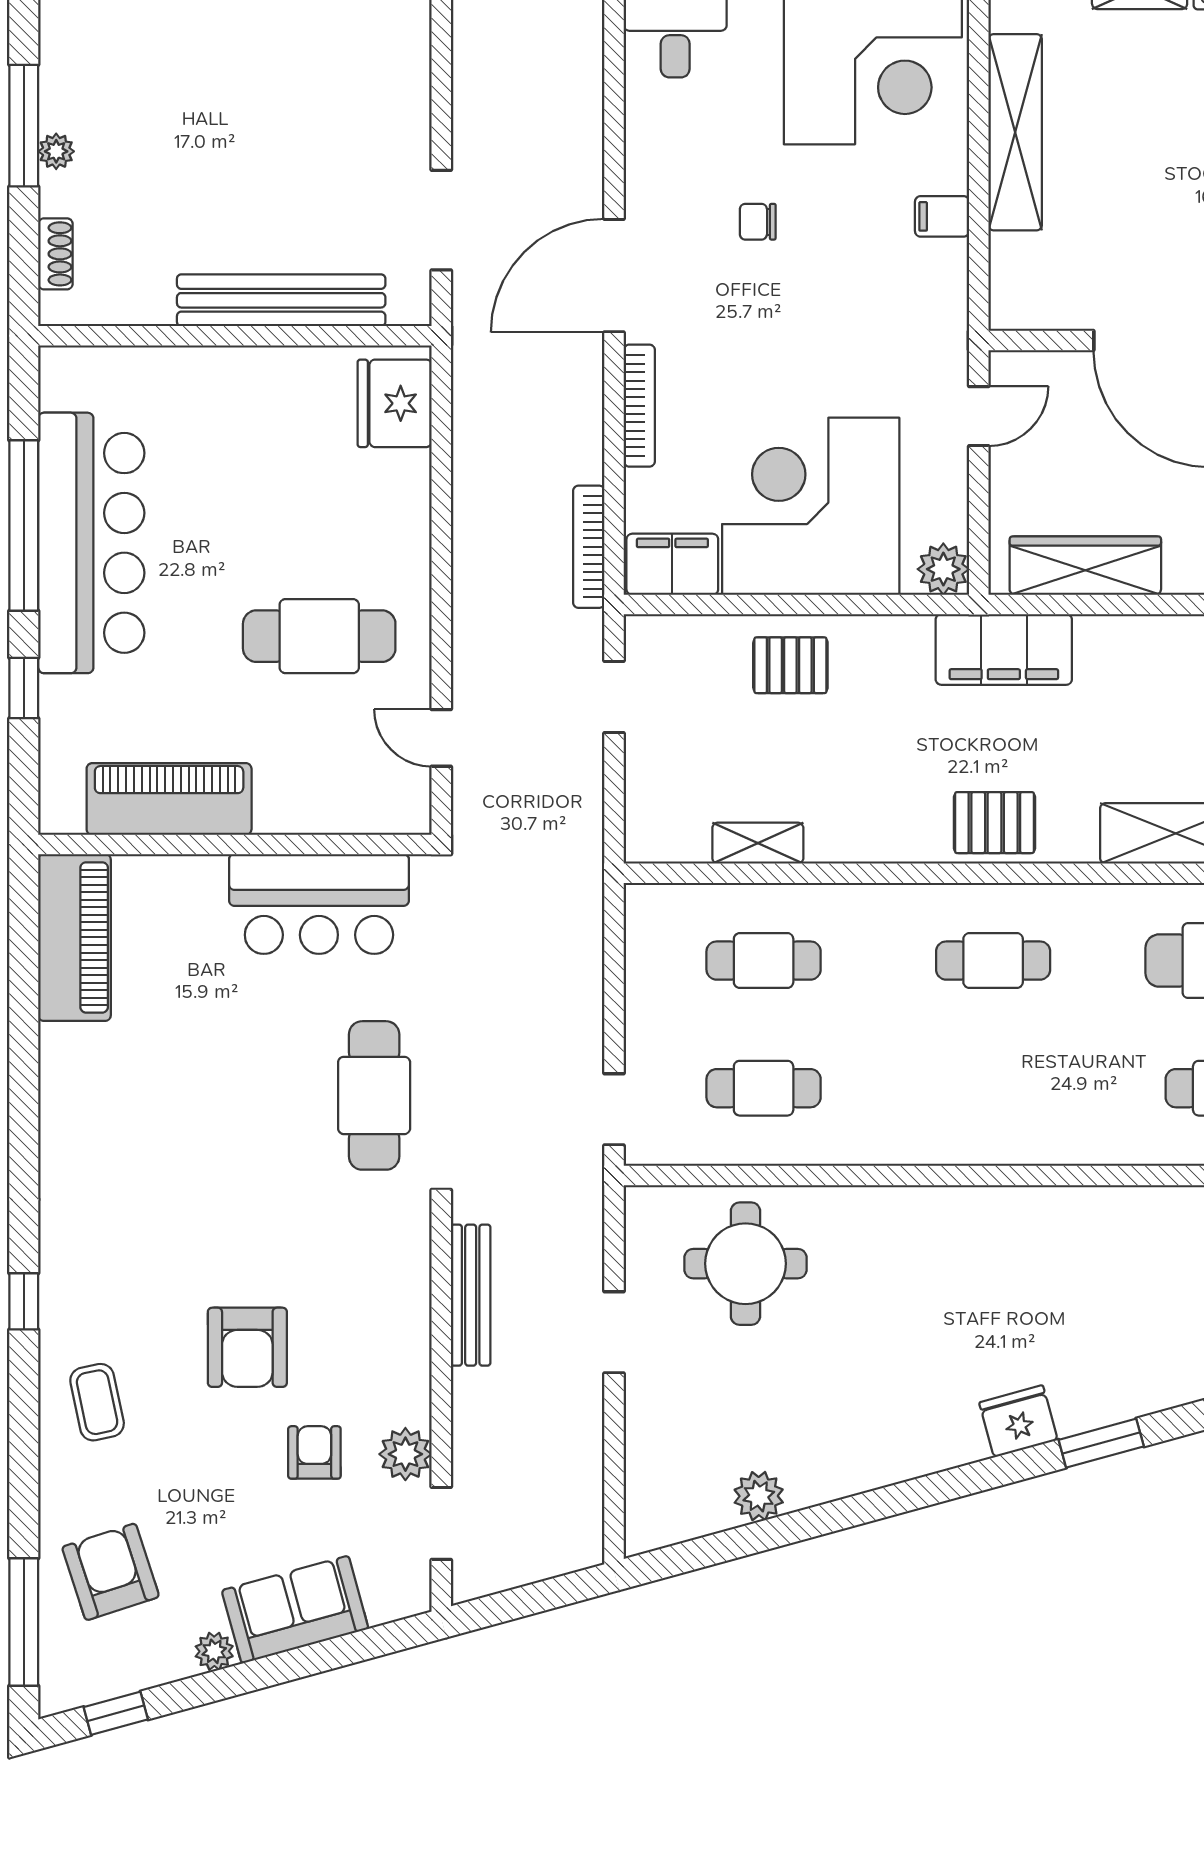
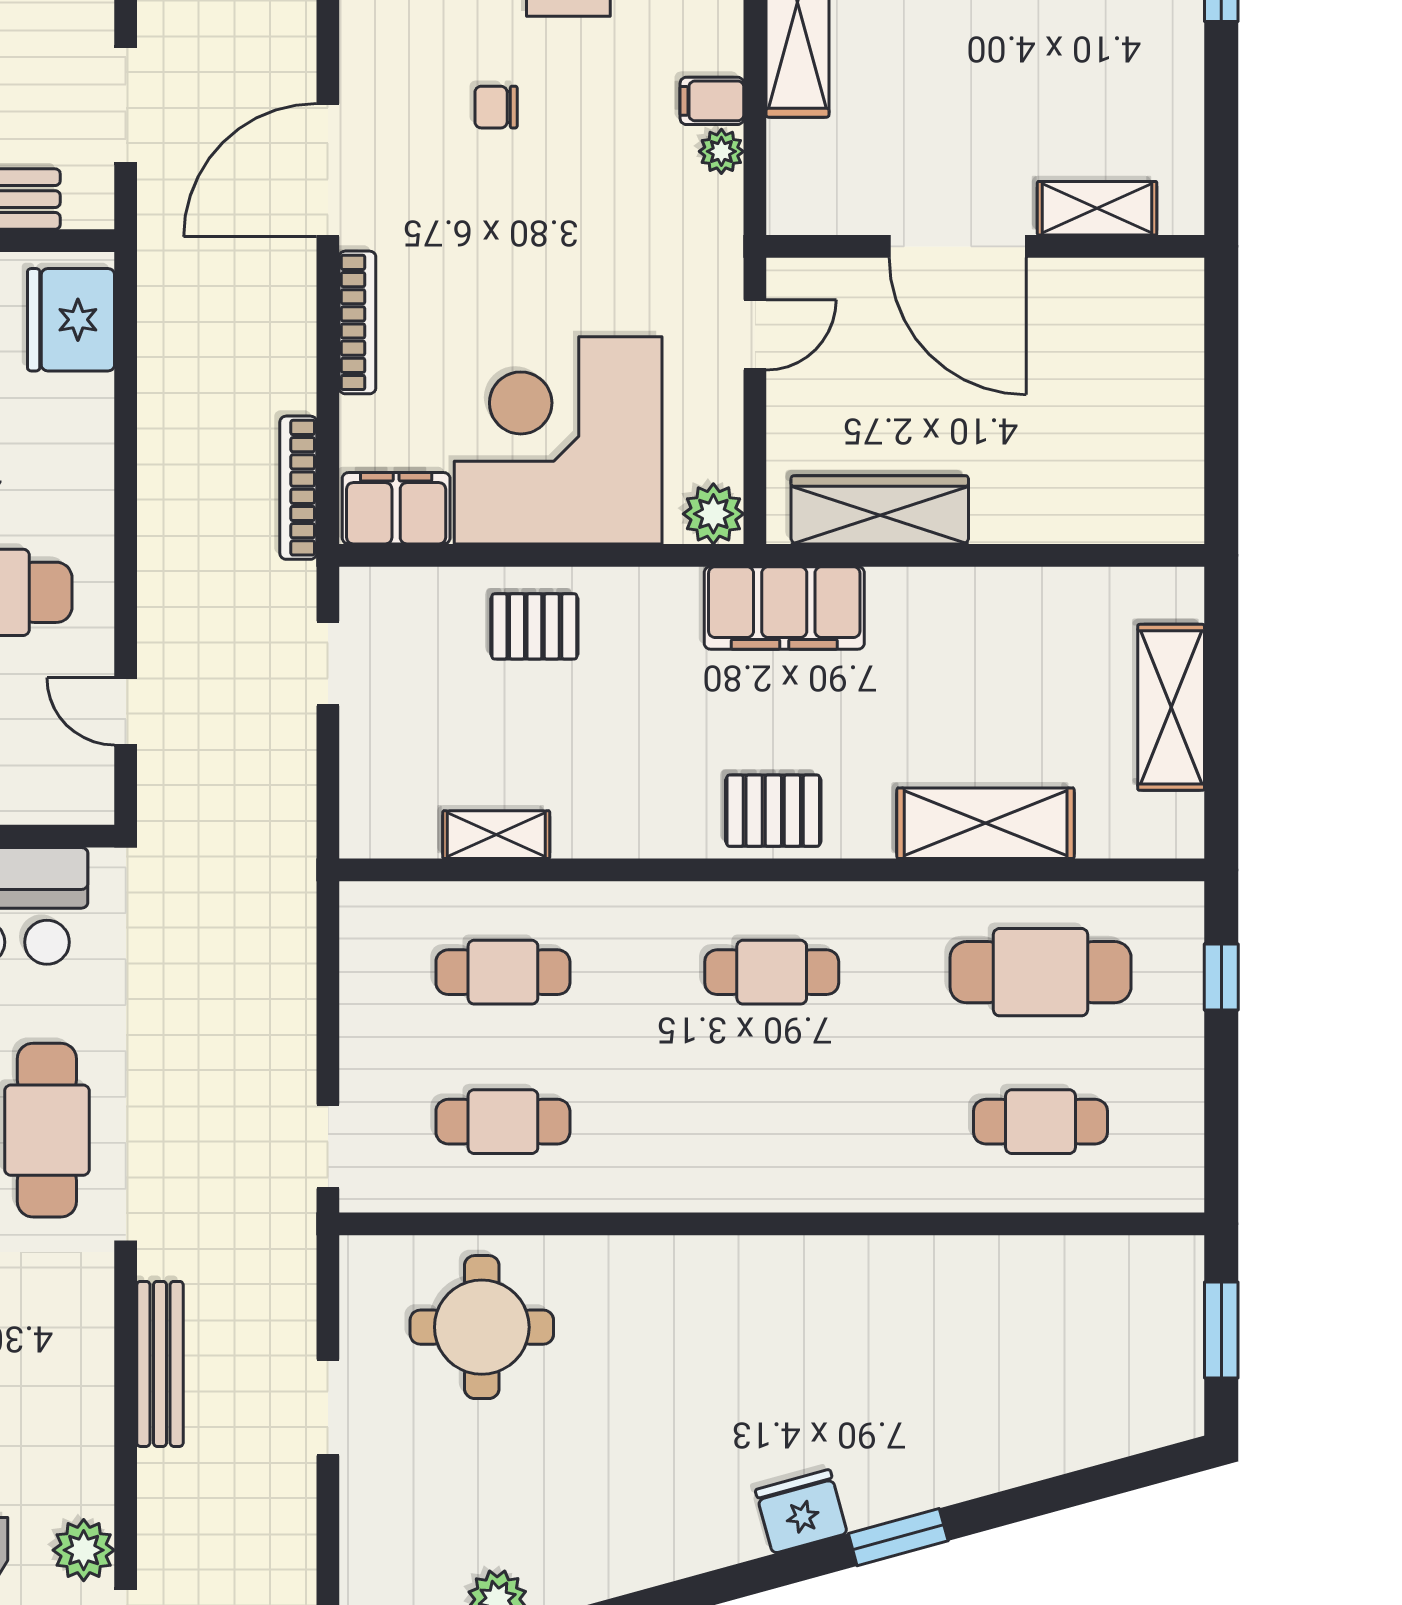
plant: (950, 260) -> (721, 151), added

